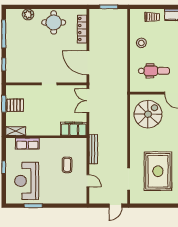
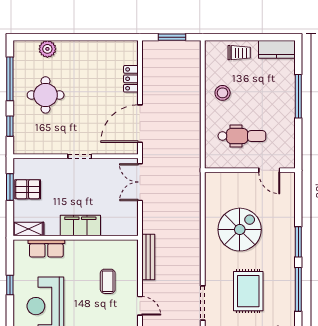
round table: (54, 22) -> (46, 95), moved
locker: (82, 29) -> (131, 79), width x0.66
door: (88, 63) -> (140, 124), hinge flipped
spiral stairs: (148, 114) -> (240, 230), moved
filing cabinet: (74, 129) -> (80, 226), moved
rug: (158, 171) -> (248, 291), width x0.73, depth x0.69

